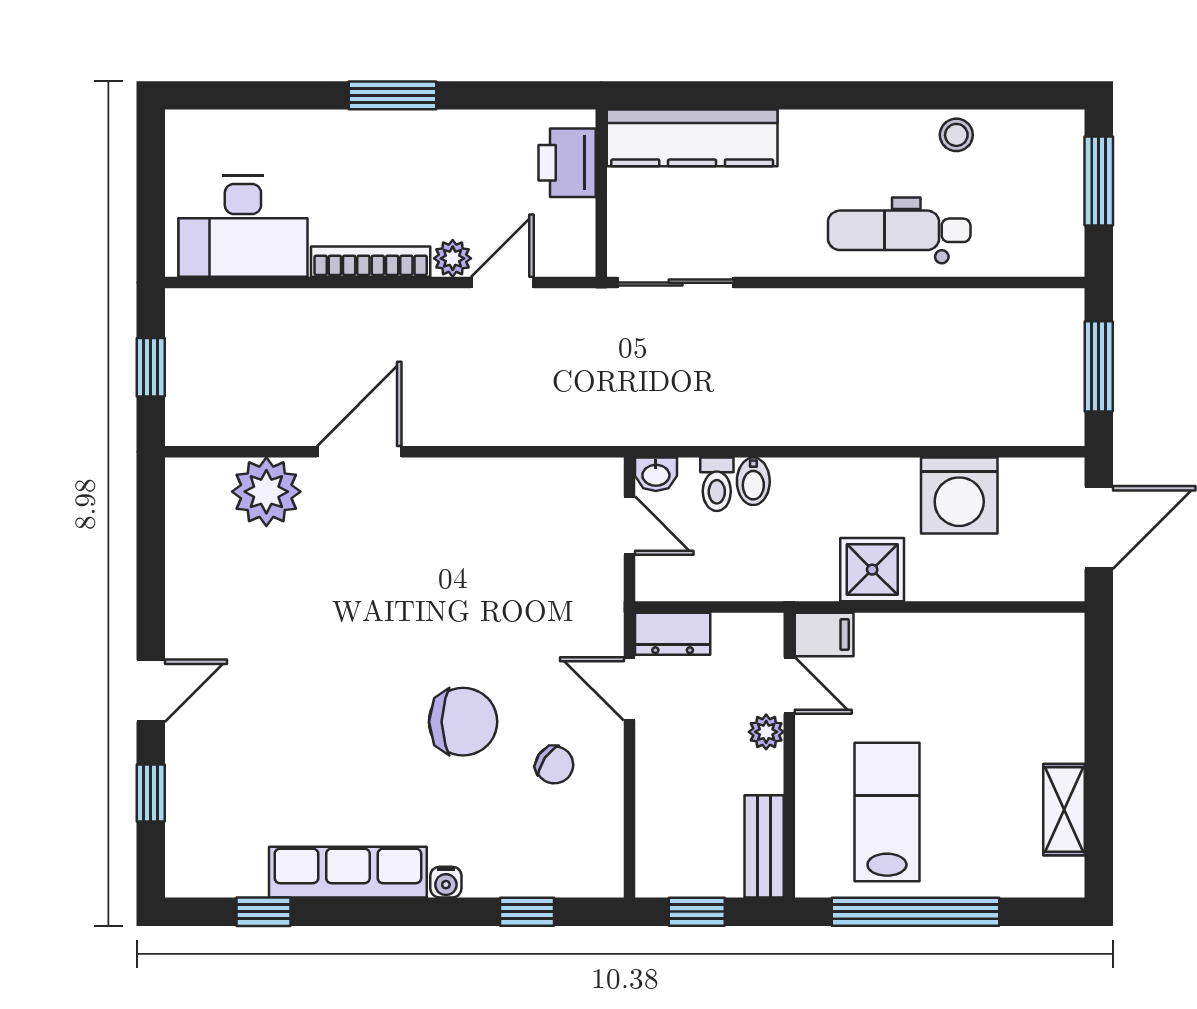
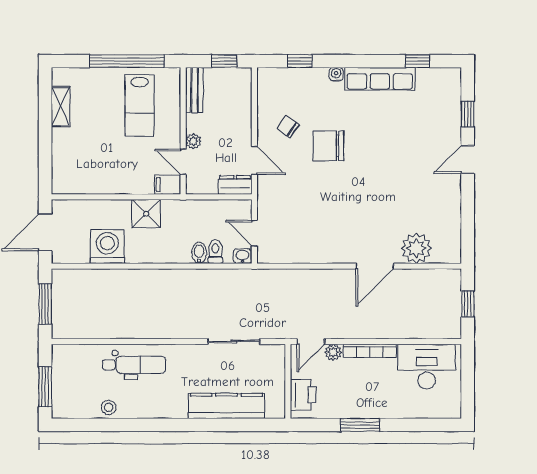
printer: (567, 163) -> (303, 395), moved
wall: (601, 193) -> (288, 381), moved

